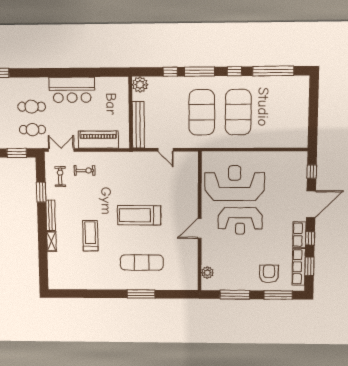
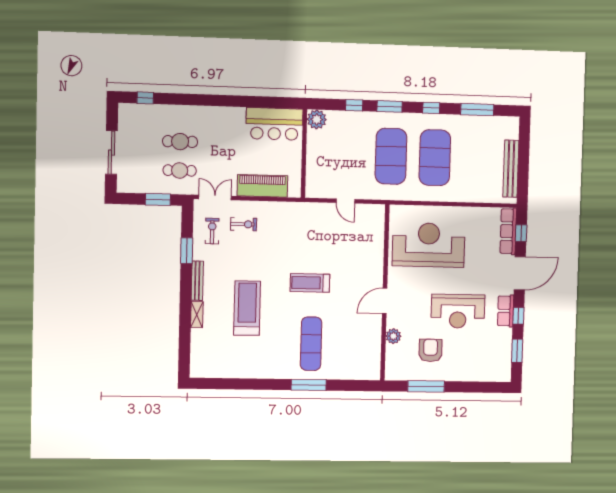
window: (273, 71) -> (477, 109), width x0.68
window: (200, 72) -> (390, 106), width x0.69
bar counter: (72, 90) -> (274, 124), moved
bench: (138, 125) -> (511, 169), moved
treadmill: (139, 215) -> (310, 283), width x0.73, depth x0.73
reception desk: (240, 221) -> (458, 311), moved
treadmill: (90, 236) -> (247, 308), width x1.37, depth x1.38
exercise mat: (142, 262) -> (311, 344), turned 90
row of seats: (299, 267) -> (508, 231), moved
plant: (207, 273) -> (393, 336), moved
armchair: (269, 274) -> (430, 350), moved
window: (278, 295) -> (479, 387), removed

